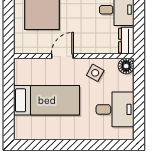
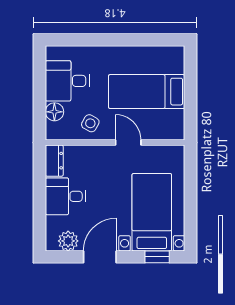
door: (62, 56) -> (128, 143), swing flipped
floor lamp: (126, 66) -> (54, 112), moved

